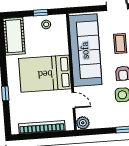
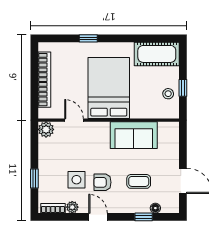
sofa: (85, 50) -> (134, 135), width x0.54, depth x0.79
door: (73, 100) -> (74, 120), swing flipped

